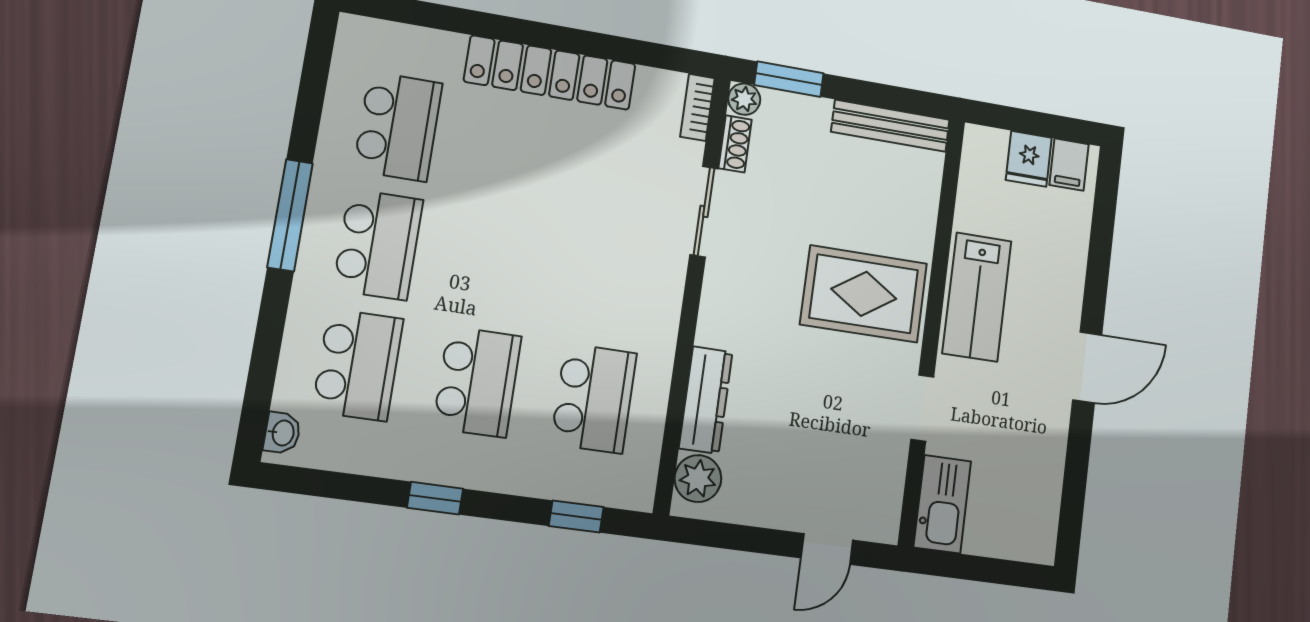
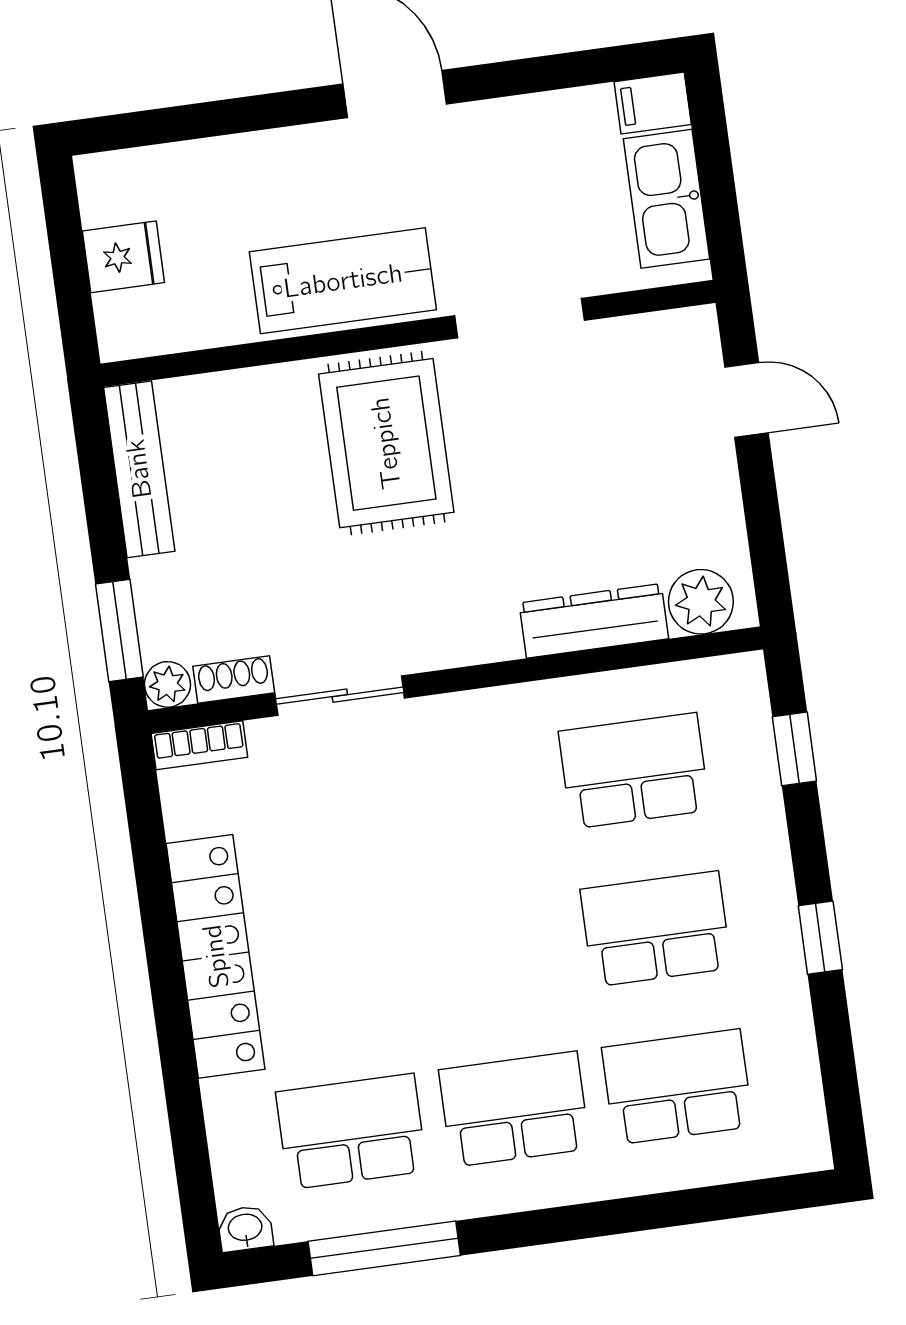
filing cabinet: (1069, 165) -> (653, 103), moved, turned 180
window: (290, 215) -> (384, 1248), moved
doorway: (922, 408) -> (520, 318), width x1.38
washbasin: (282, 433) -> (245, 1229), moved
kitchen sink: (942, 504) -> (667, 199), moved, turned -90

